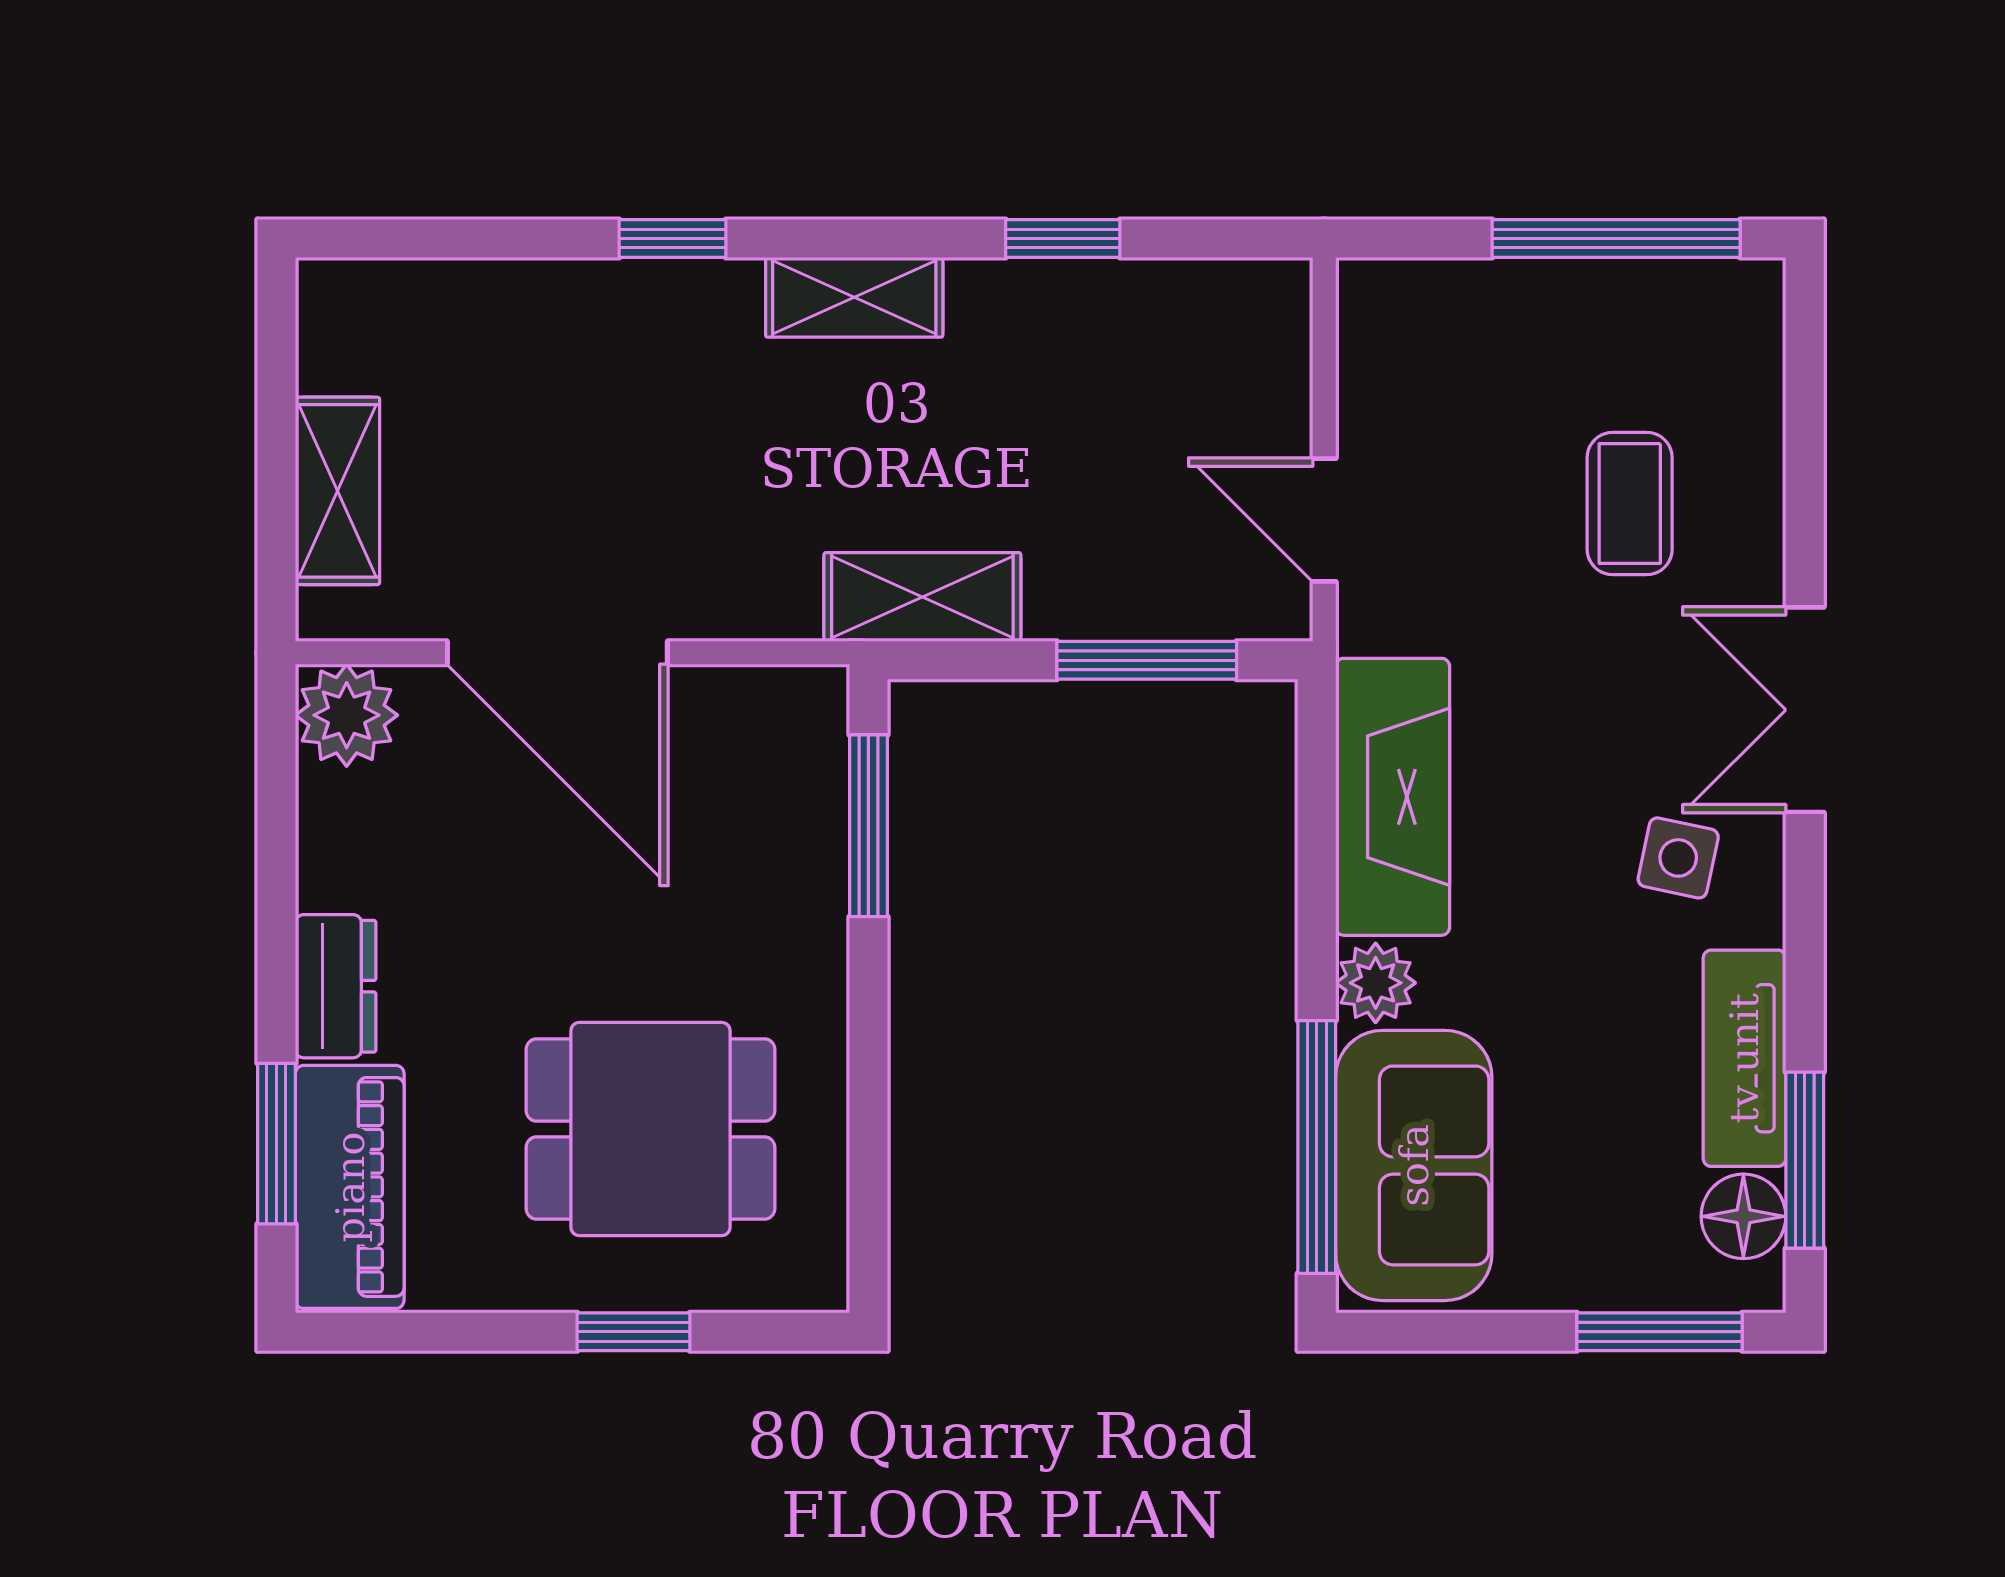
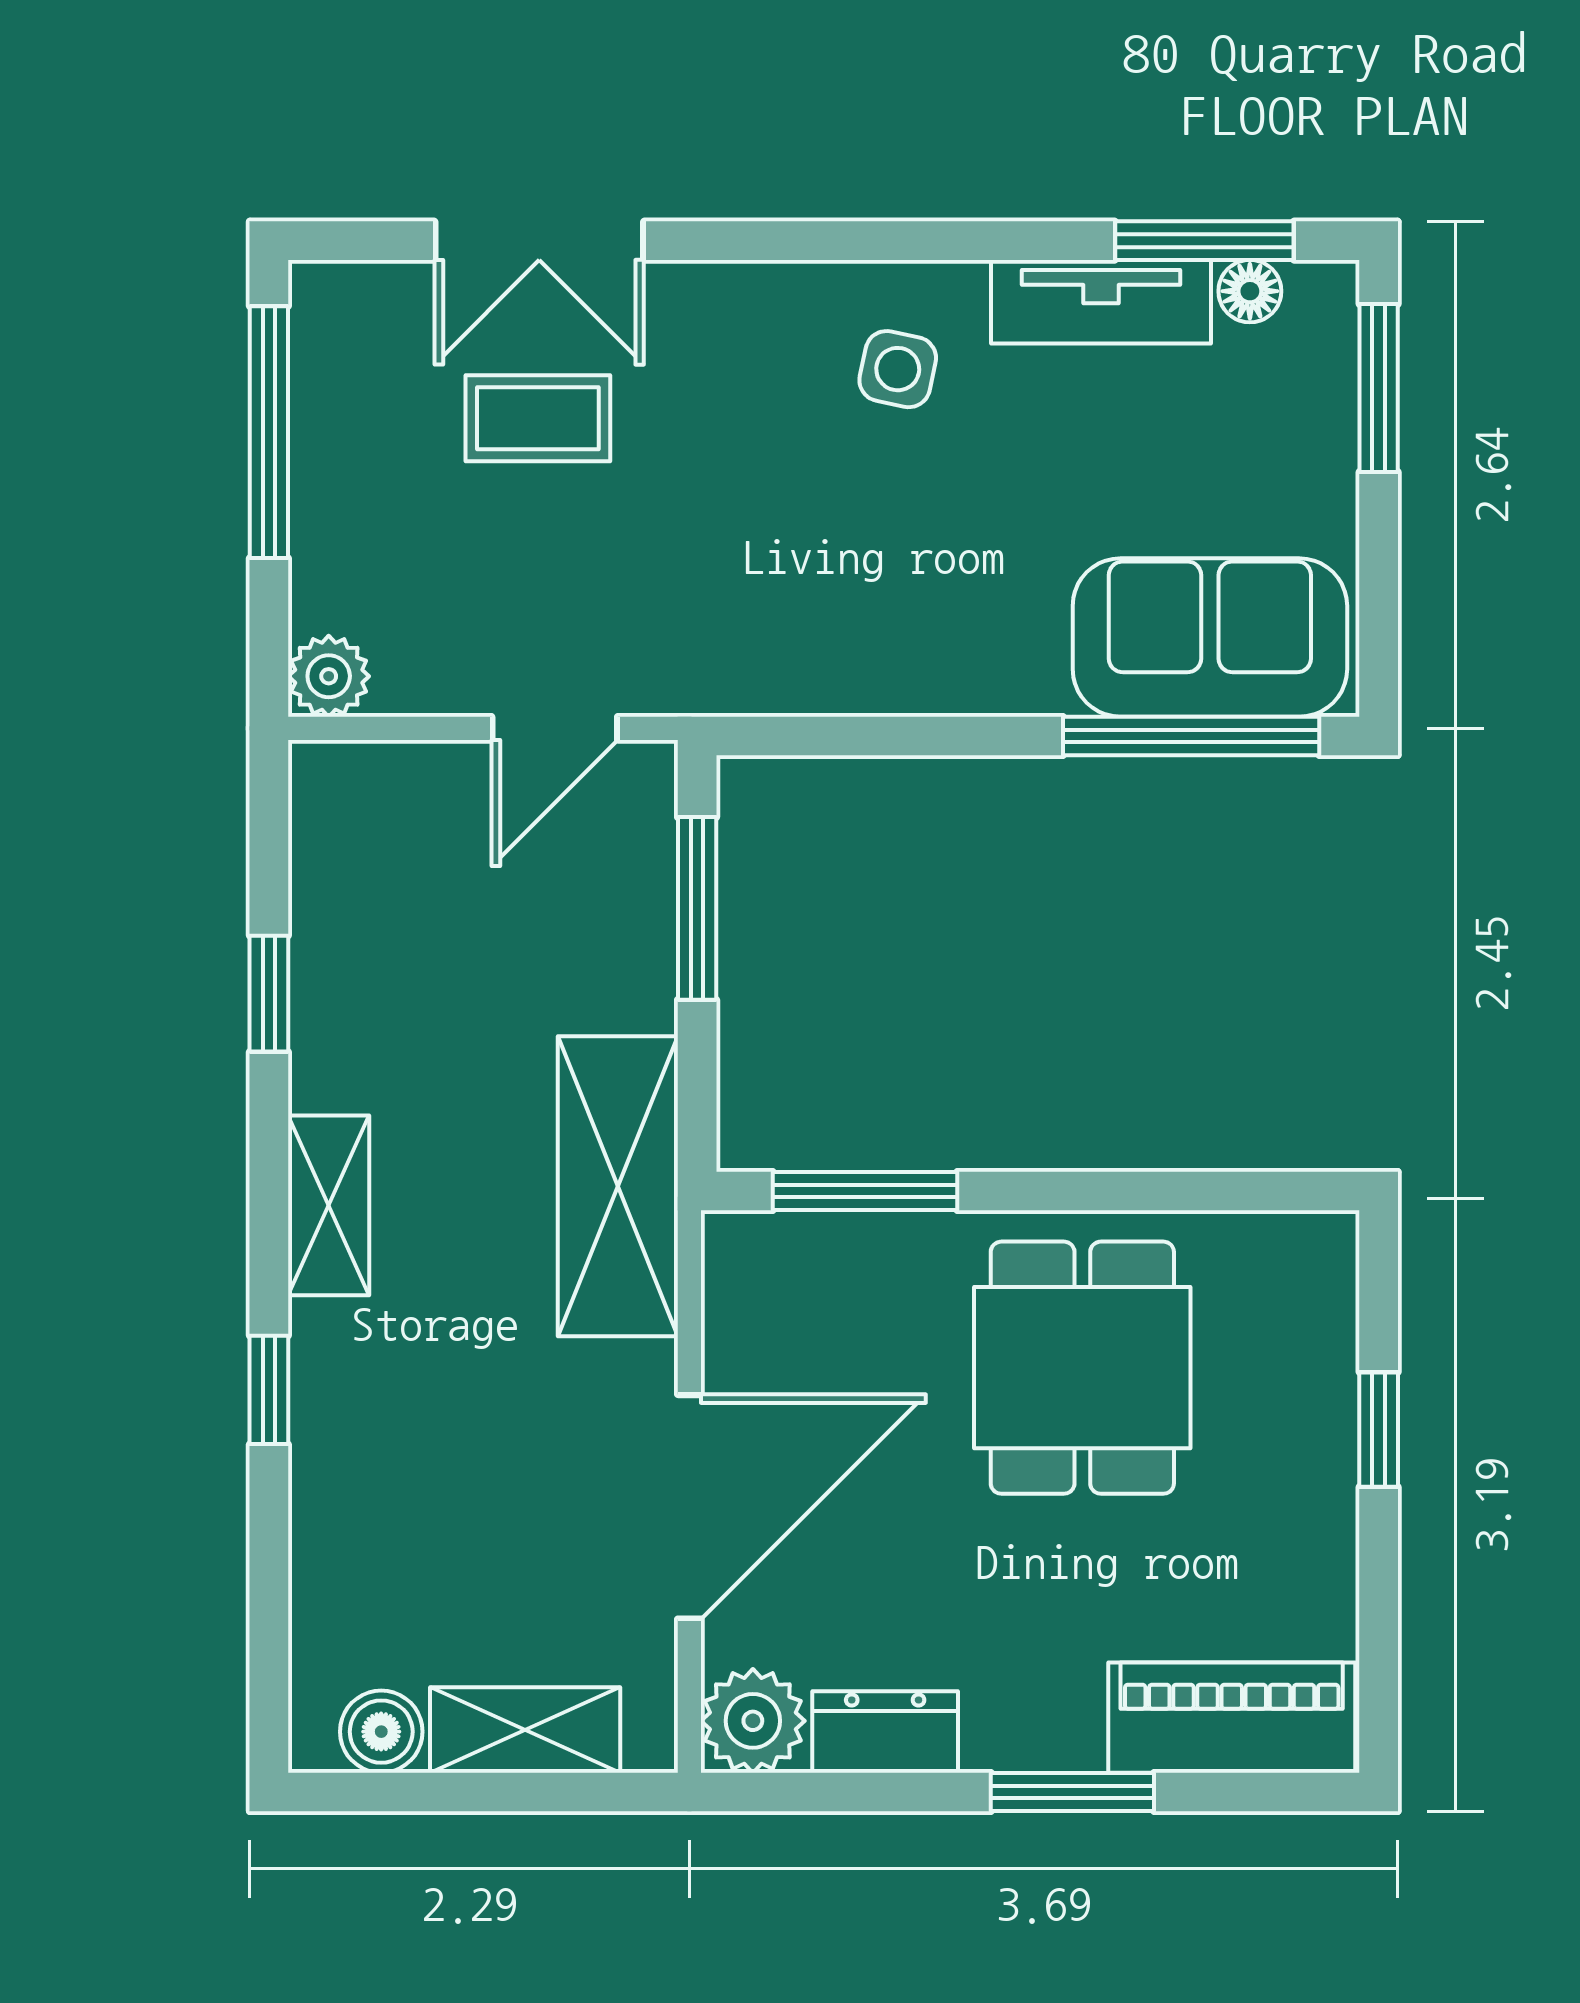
boiler: (336, 349) -> (381, 1732), added
shelving: (922, 597) -> (618, 1186), width x1.50, depth x1.33
double door: (1805, 710) -> (539, 241), moved
fireplace: (1393, 797) -> (836, 659), removed
plant: (1376, 983) -> (329, 676), moved
dresser: (336, 986) -> (885, 1732), moved
dining table: (651, 1129) -> (1082, 1368), moved
window: (276, 1144) -> (1072, 1792), moved
floor lamp: (1743, 1216) -> (1250, 291), width x0.73, depth x0.73

